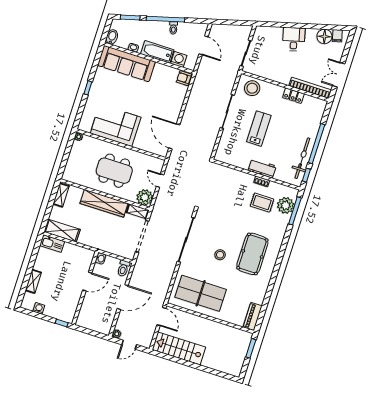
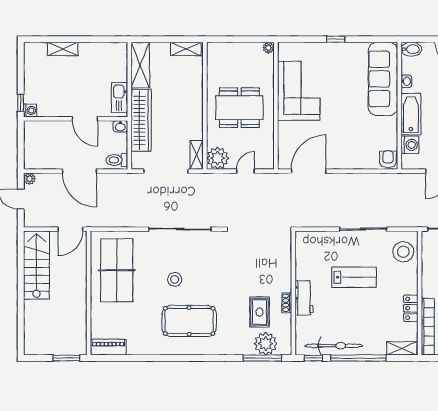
shelving: (320, 111) -> (402, 348), added
dining table: (114, 171) -> (239, 108), turned 90
wardrobe: (104, 203) -> (141, 120), moved, turned 180
kitchen sink: (52, 243) -> (120, 98), moved
washing machine: (39, 308) -> (30, 111), moved

